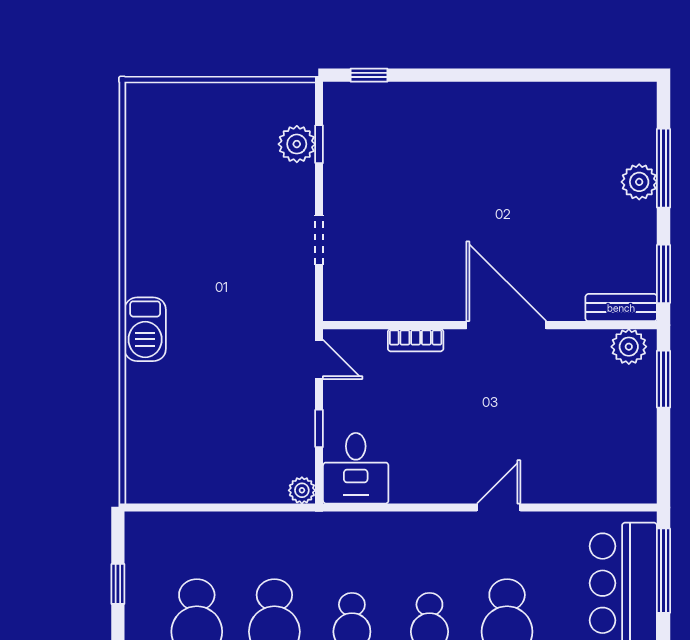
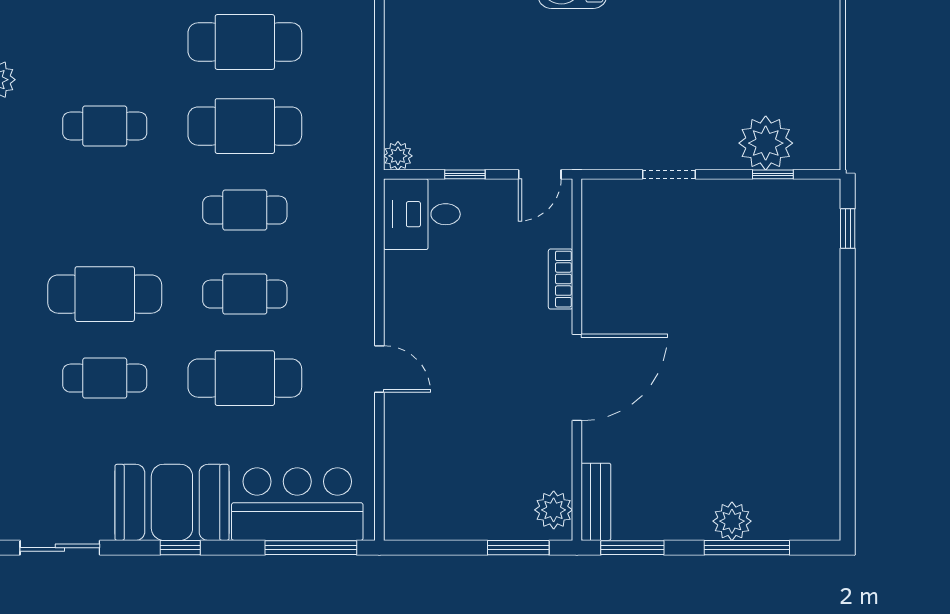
plant: (297, 144) -> (766, 143), width x1.36, depth x1.36

